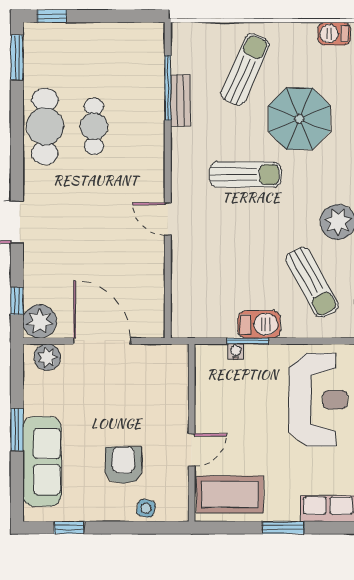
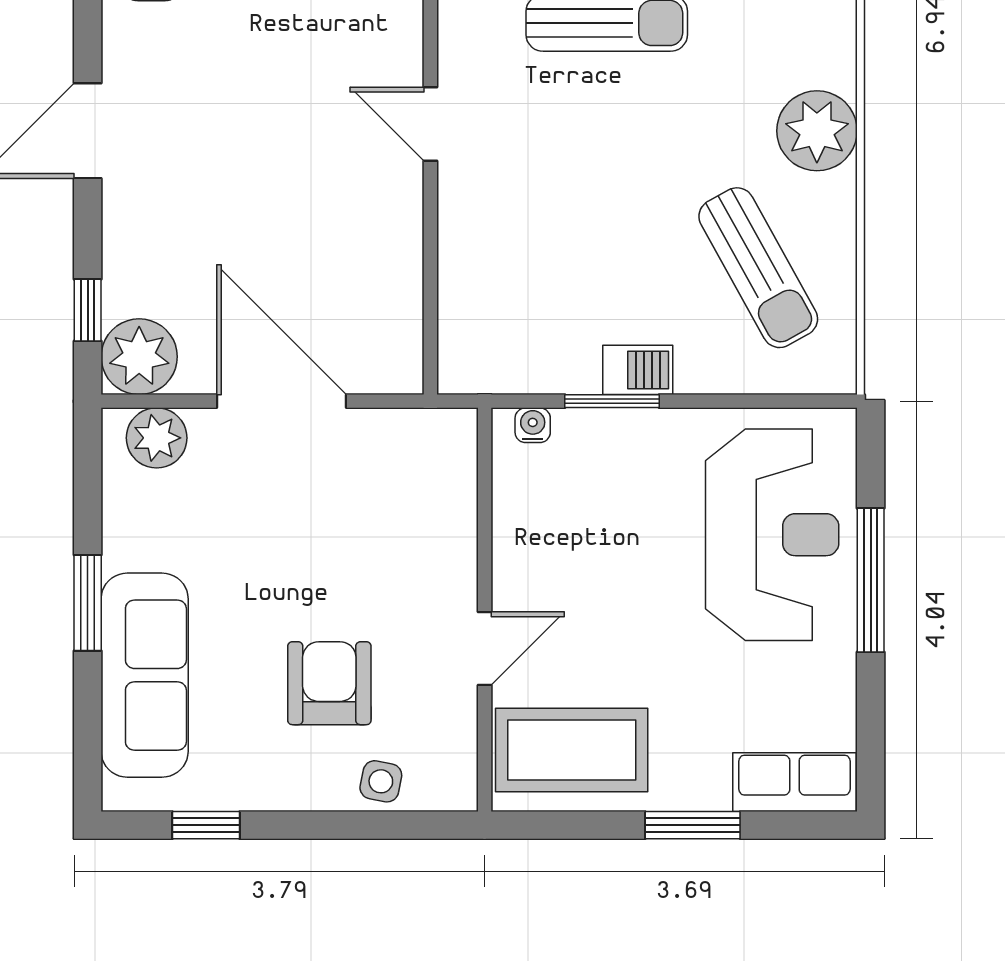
barbecue: (259, 324) -> (638, 370), width x0.73, depth x0.79
water cooler: (236, 352) -> (533, 425), moved

